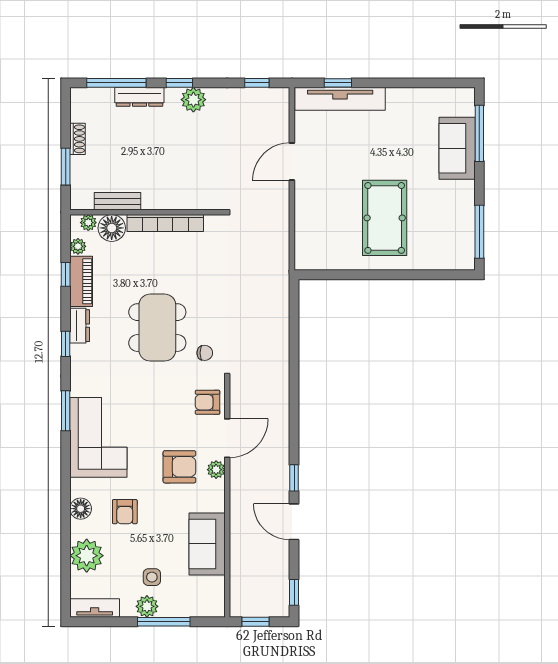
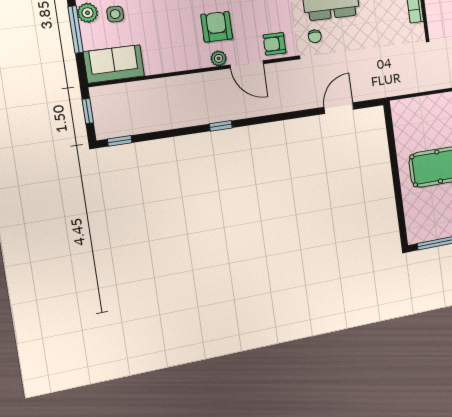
armchair: (208, 402) -> (275, 44), turned -90
armchair: (179, 467) -> (217, 27), turned 180
door: (294, 522) -> (339, 108), moved
sofa: (207, 544) -> (114, 64), moved

